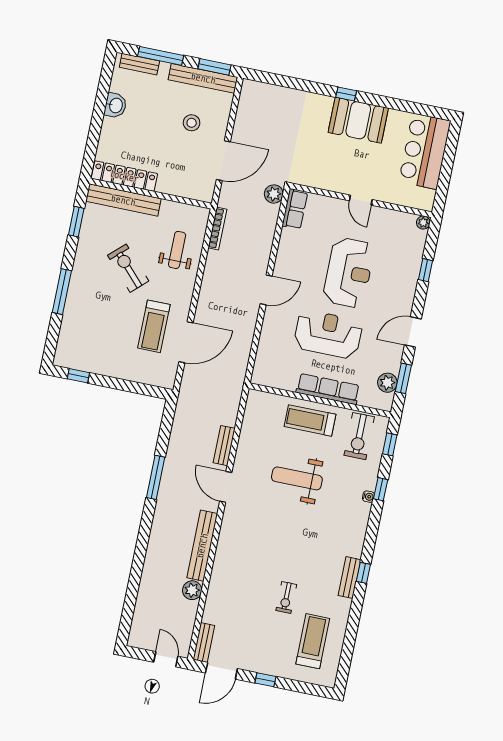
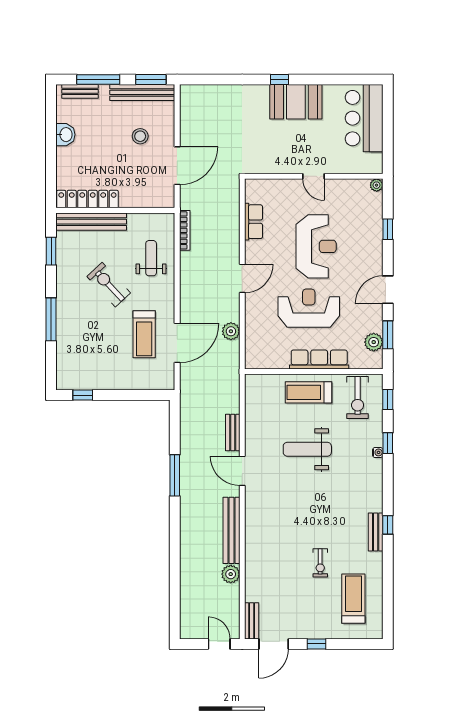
plant: (274, 194) -> (231, 331), moved
row of seats: (295, 209) -> (254, 222), moved

